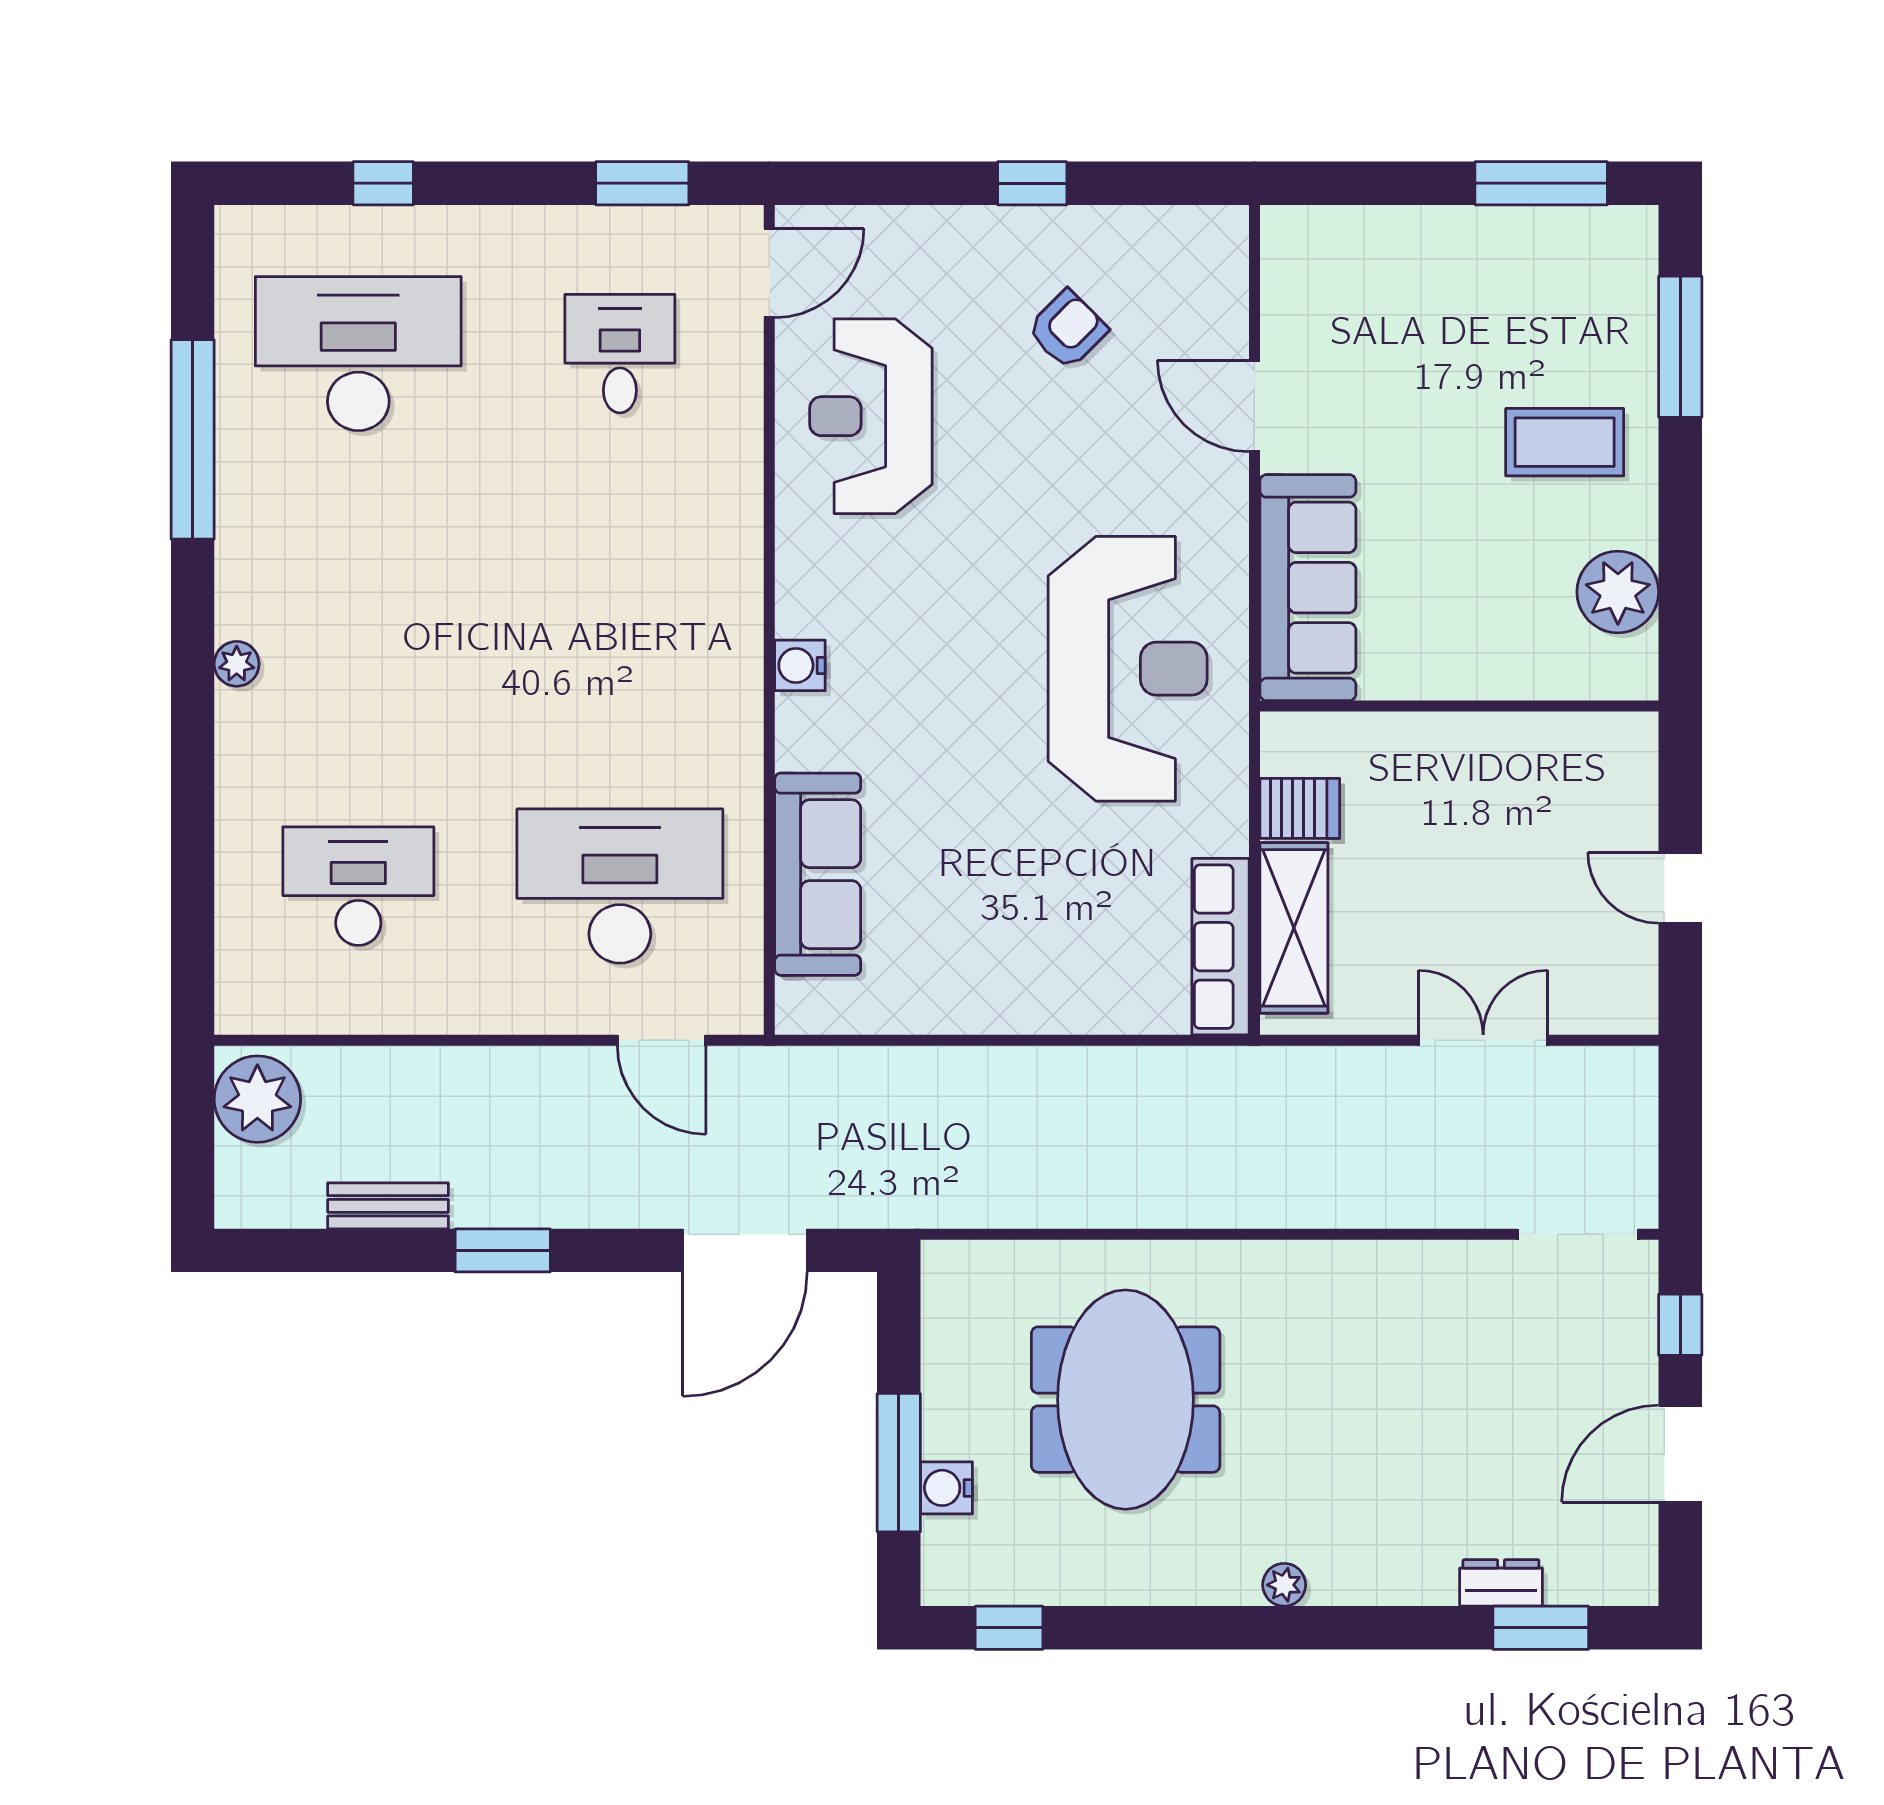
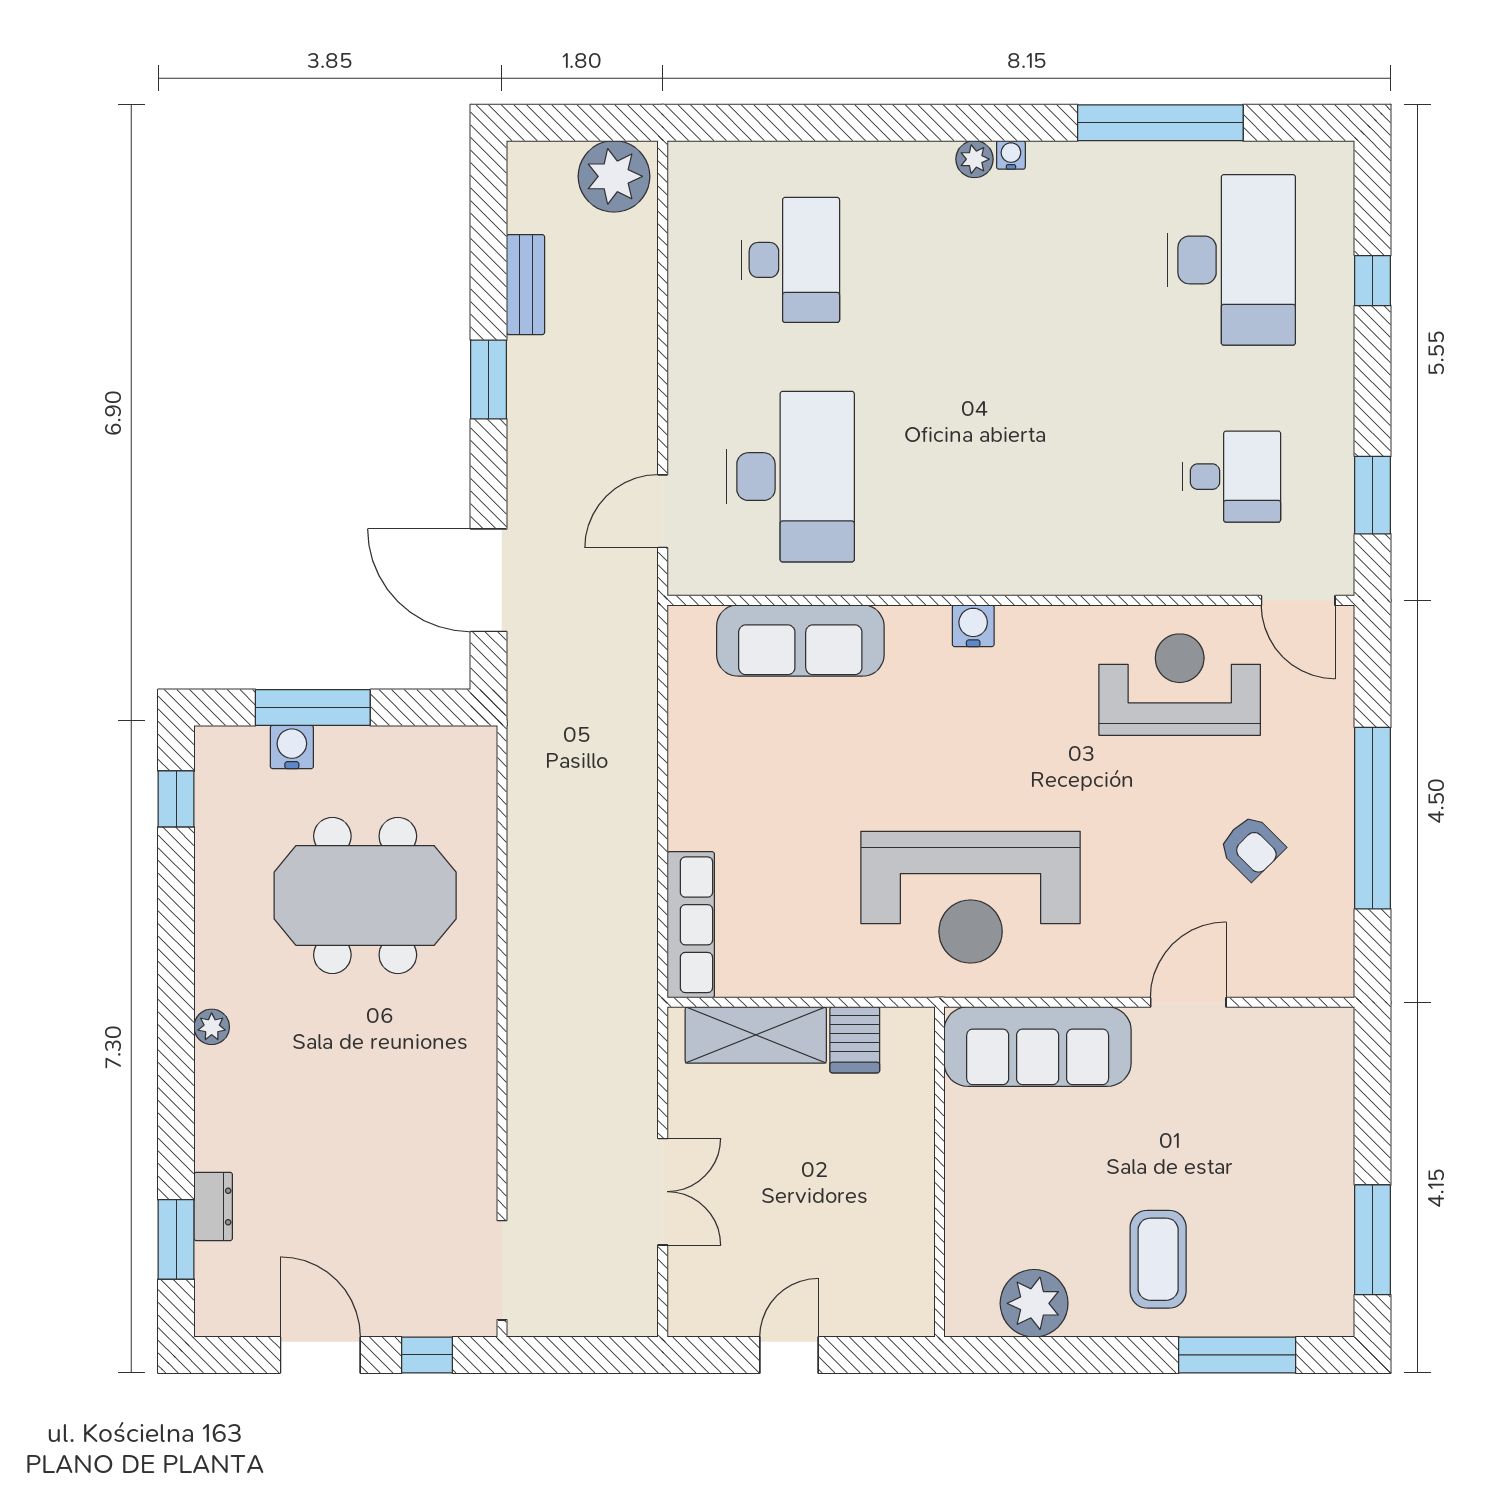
window: (1032, 183) -> (1373, 818), width x3.17
water cooler: (231, 620) -> (1011, 155), added
row of seats: (1221, 947) -> (691, 925), moved, turned 90

